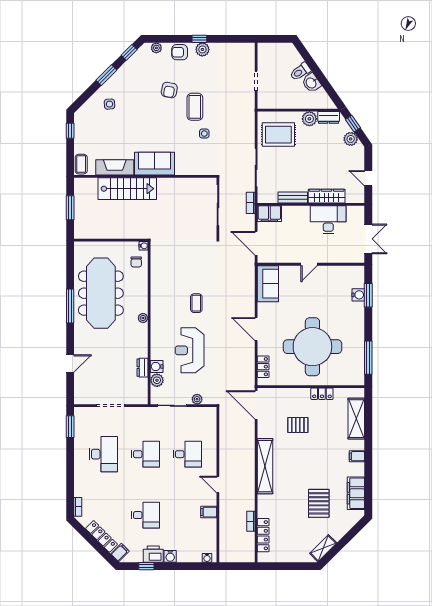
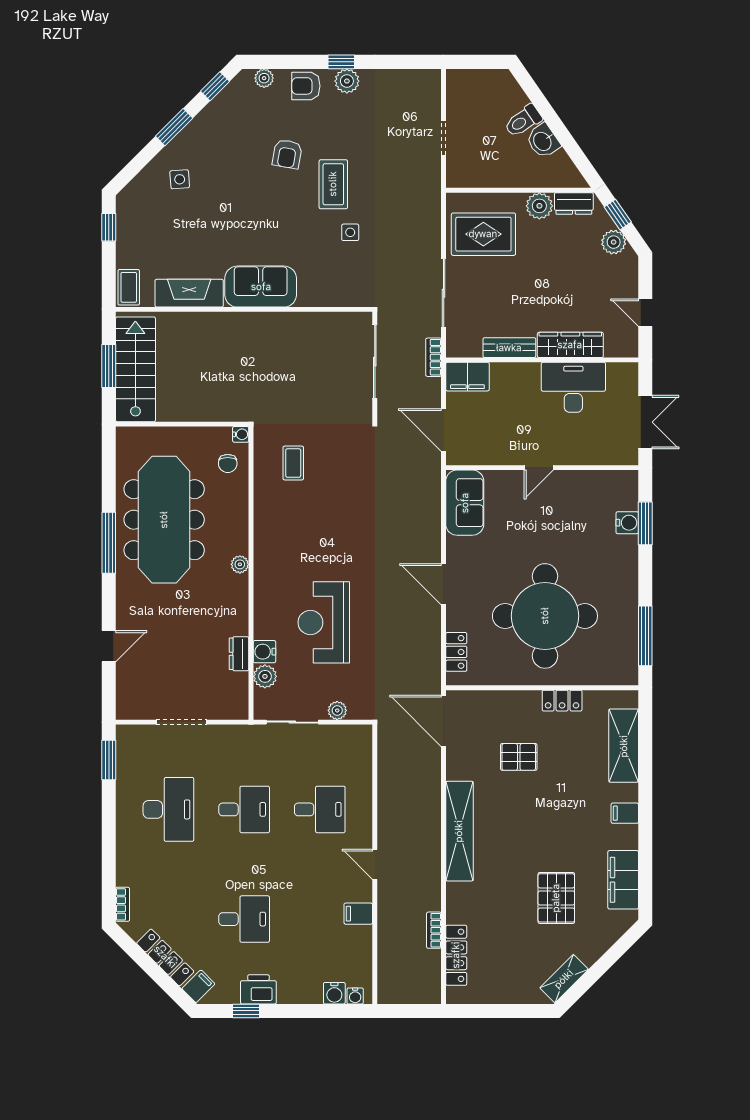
stairs: (127, 189) -> (135, 369), moved, turned -90
coffee table: (196, 303) -> (293, 463), moved
water cooler: (170, 556) -> (334, 993), moved

